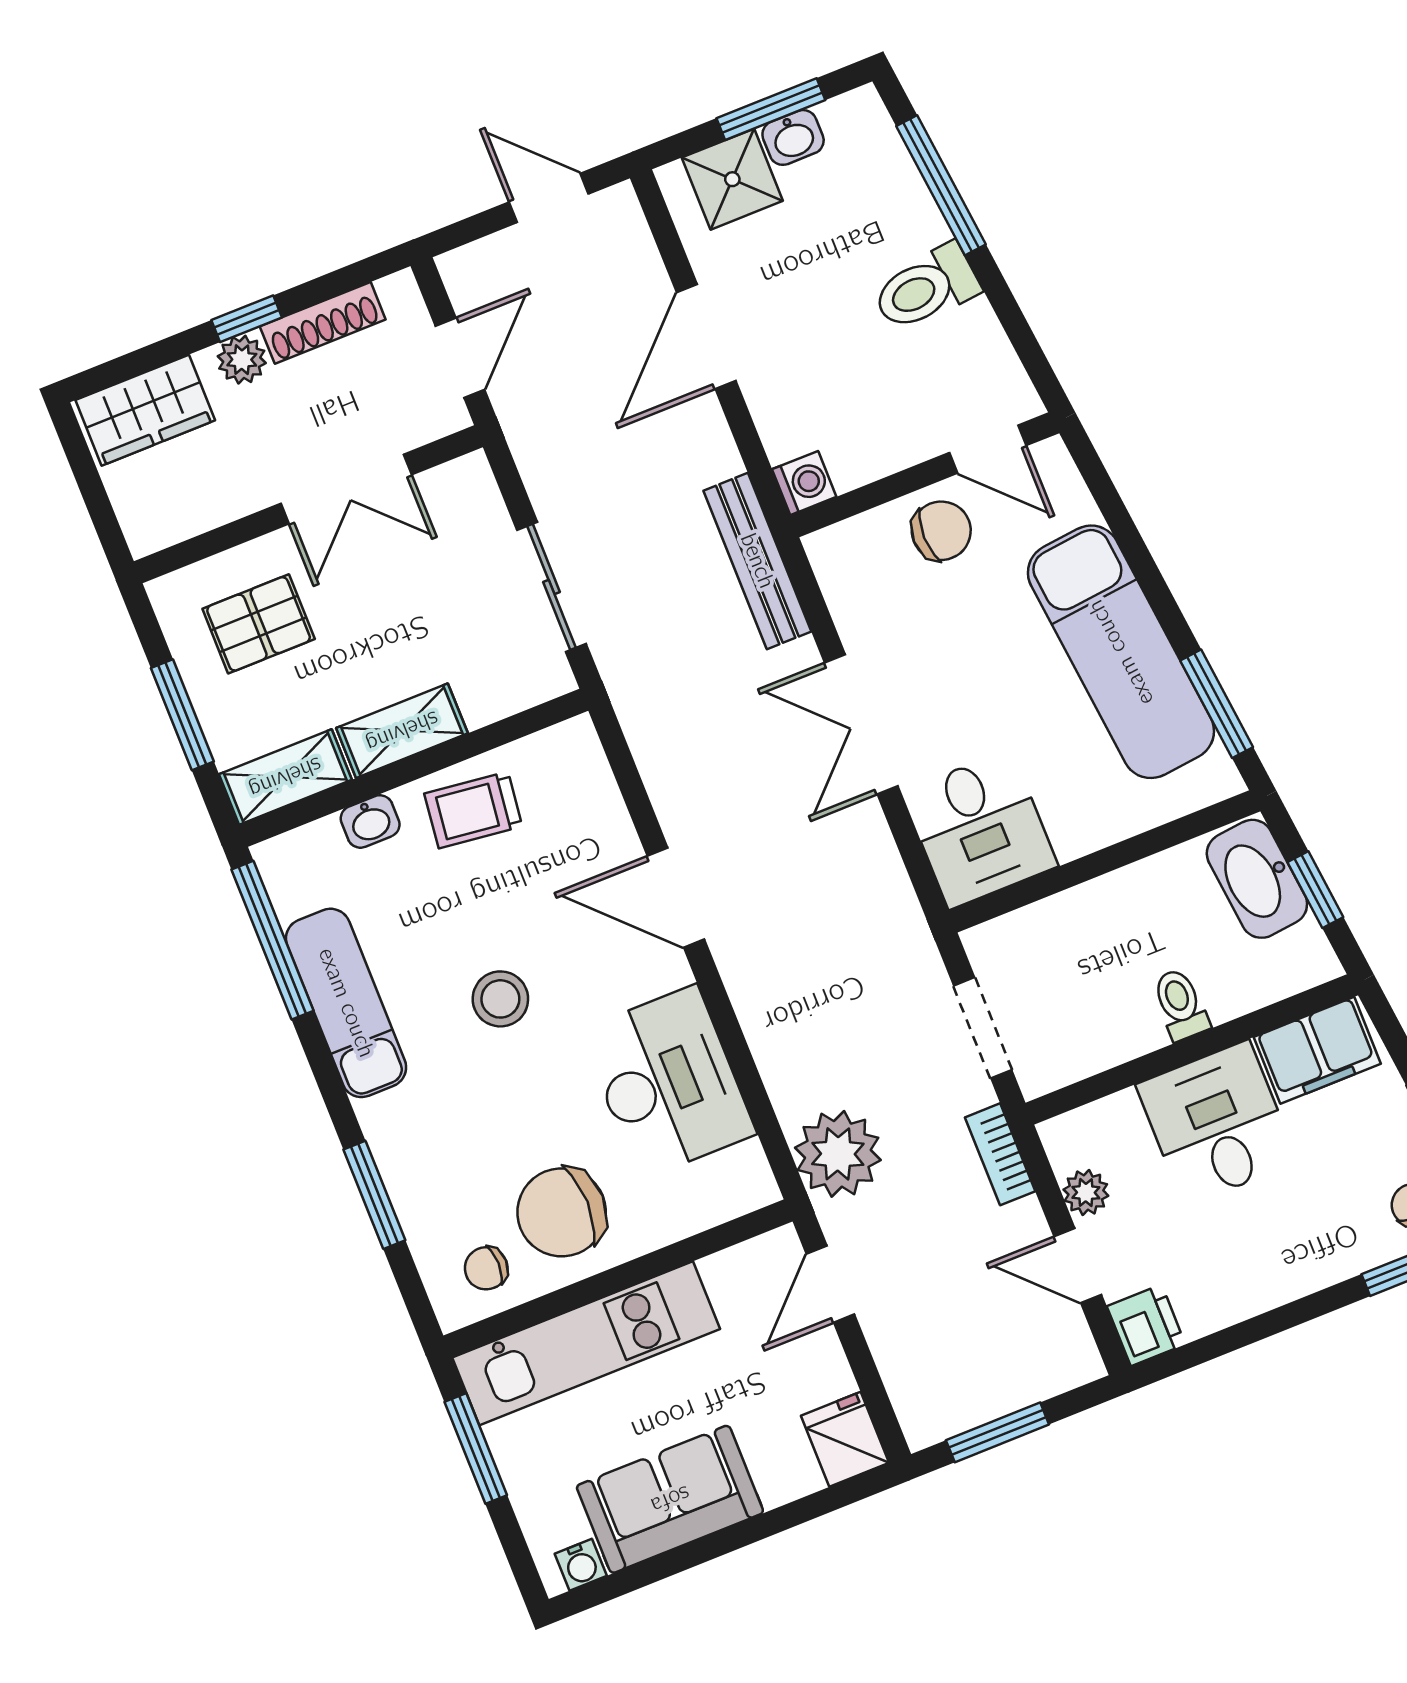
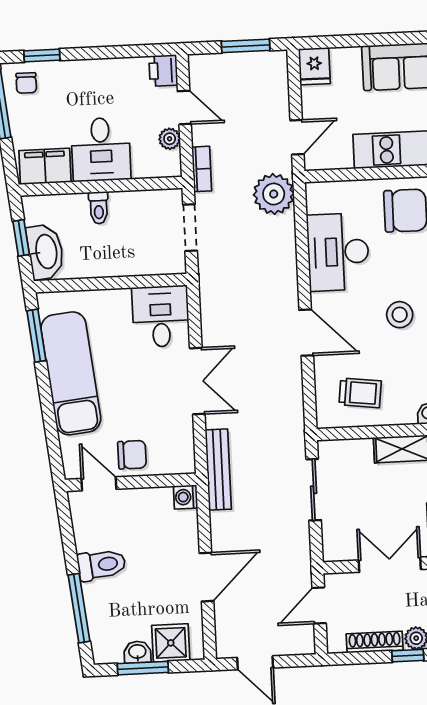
chair: (941, 531) -> (132, 455), turned 180
trolley: (473, 810) -> (360, 393), moved

